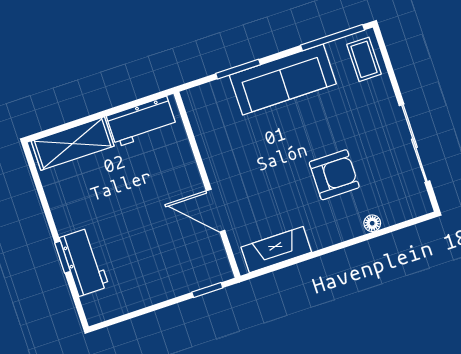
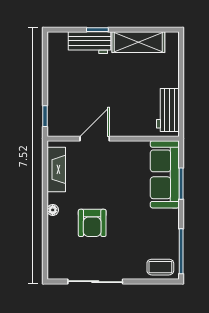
sofa: (283, 80) -> (165, 174), moved
shelving: (73, 144) -> (138, 42), moved, turned 90
floor lamp: (372, 223) -> (53, 210), moved

